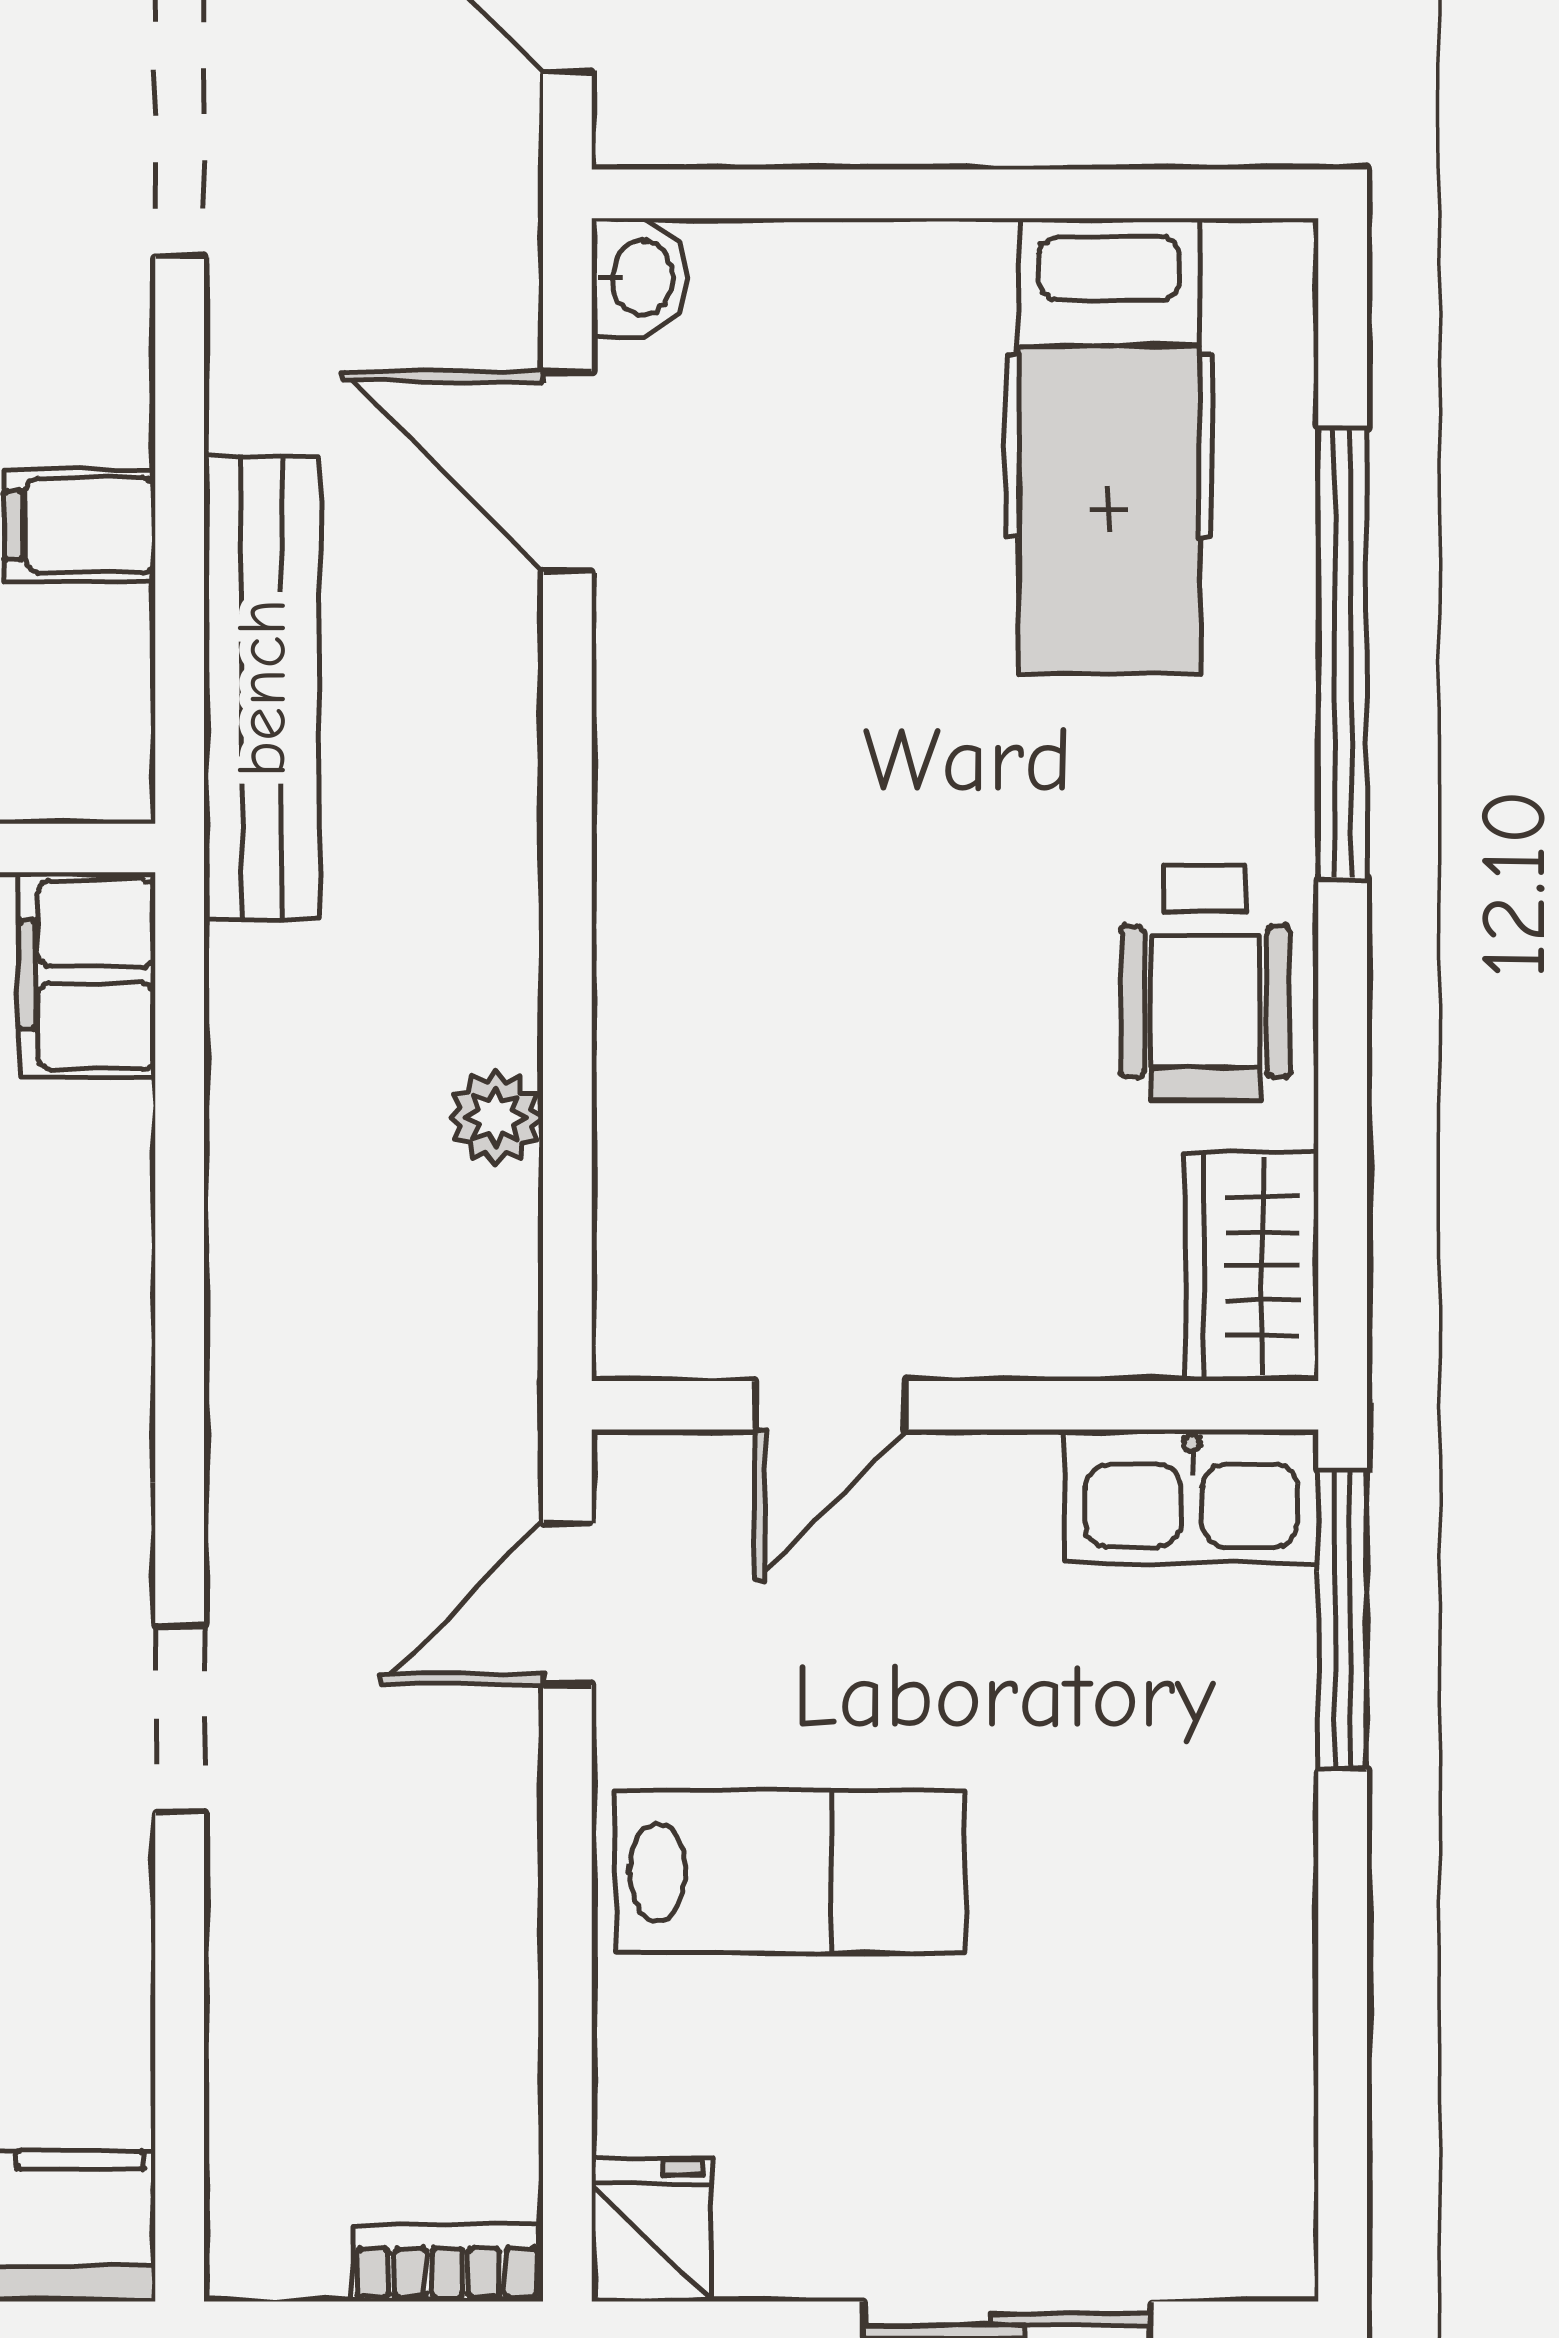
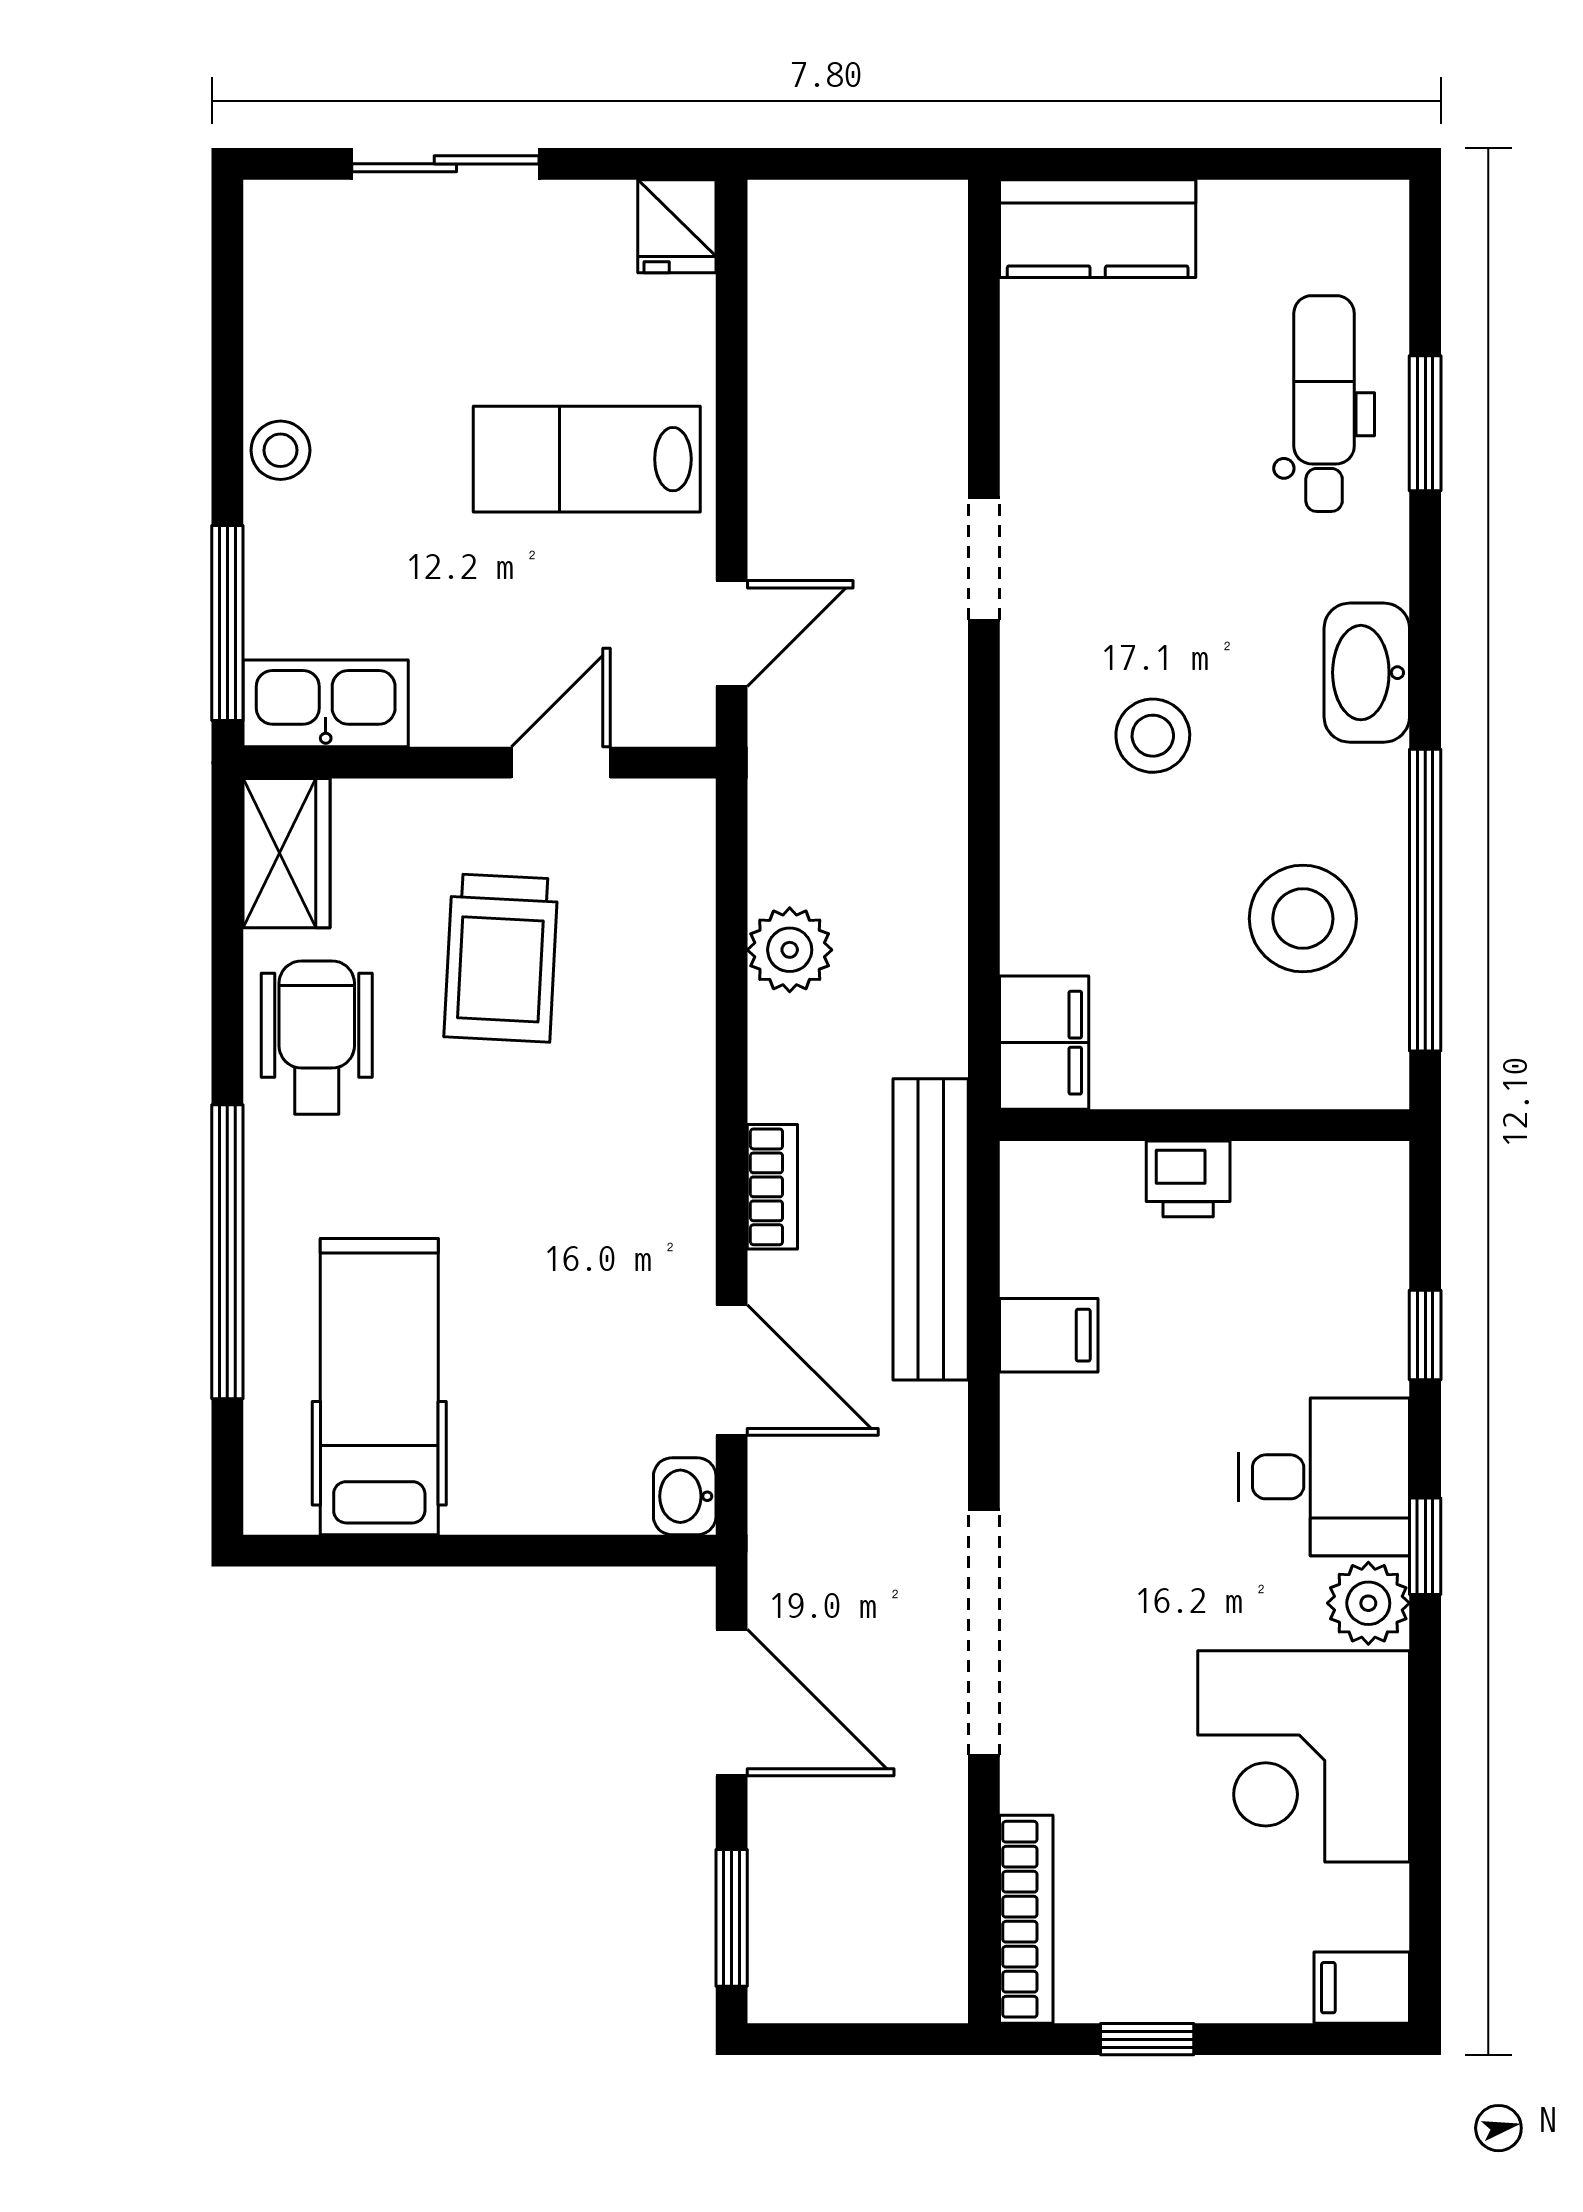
trolley: (922, 1105) -> (501, 958), added
plant: (496, 1118) -> (790, 950), width x1.38, depth x1.38
stool: (1261, 1886) -> (280, 450), added
bookcase: (447, 2263) -> (772, 1187), moved, turned -90

